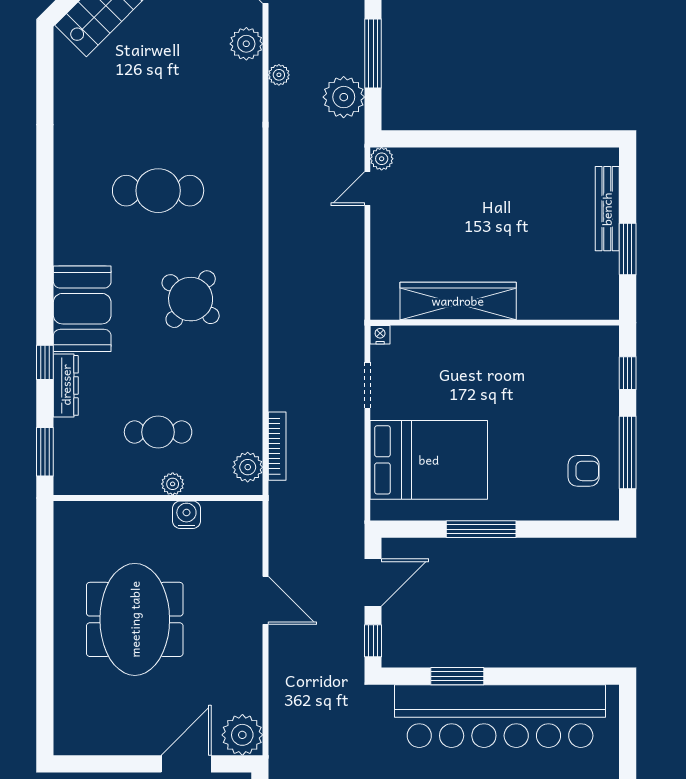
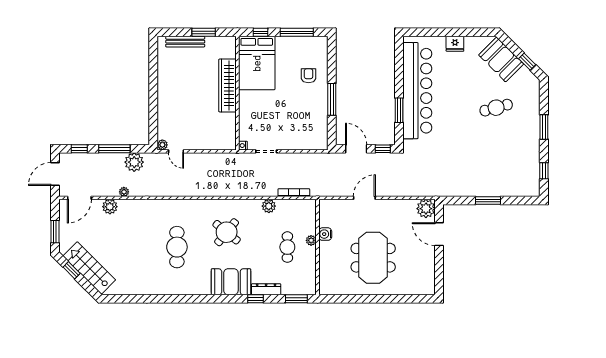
wardrobe: (458, 301) -> (227, 85), moved
bed: (429, 460) -> (257, 63), moved, turned 180
plant: (248, 467) -> (269, 206), moved
armchair: (584, 471) -> (309, 76), moved
meeting table: (135, 619) -> (373, 258), turned 90

